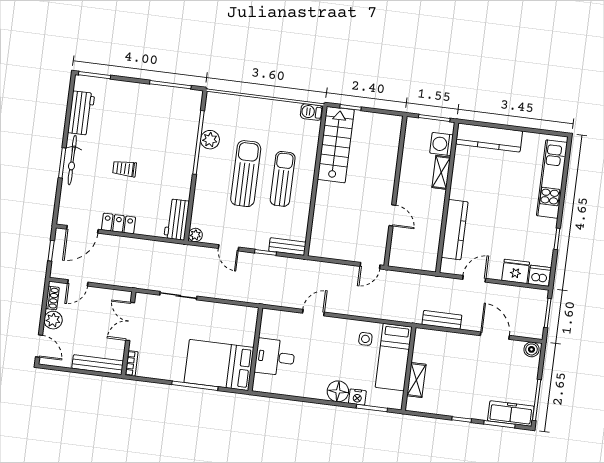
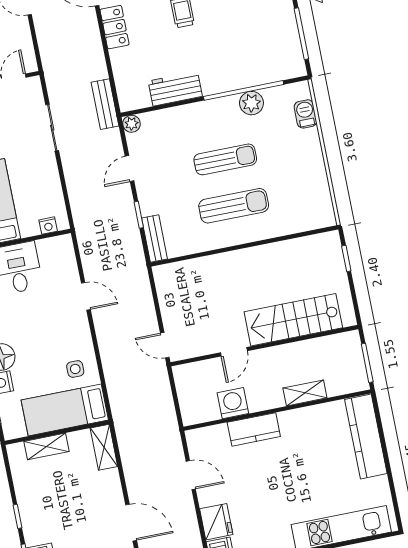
barbecue: (312, 112) -> (305, 114), moved
washing machine: (441, 144) -> (233, 403), moved
stairs: (336, 145) -> (293, 320), moved, turned 180
sun lounger: (246, 174) -> (225, 159), width x0.73, depth x0.75
workbench: (177, 219) -> (175, 89), moved
kitchen counter: (455, 230) -> (254, 429), width x0.67
bench: (442, 320) -> (105, 104), moved
nightstand: (251, 323) -> (48, 226), added
door: (495, 336) -> (131, 523), hinge flipped
shelving: (431, 337) -> (104, 447), added

